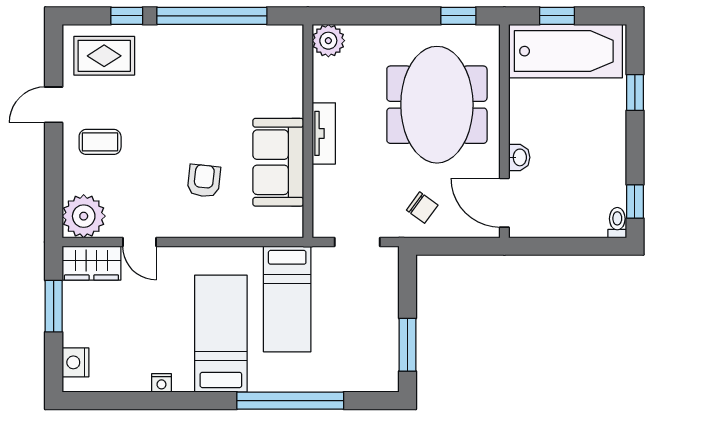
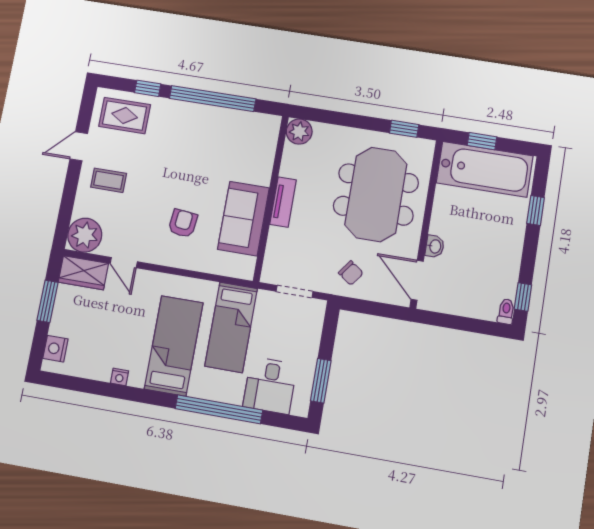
desk: (347, 361) -> (270, 385), added

